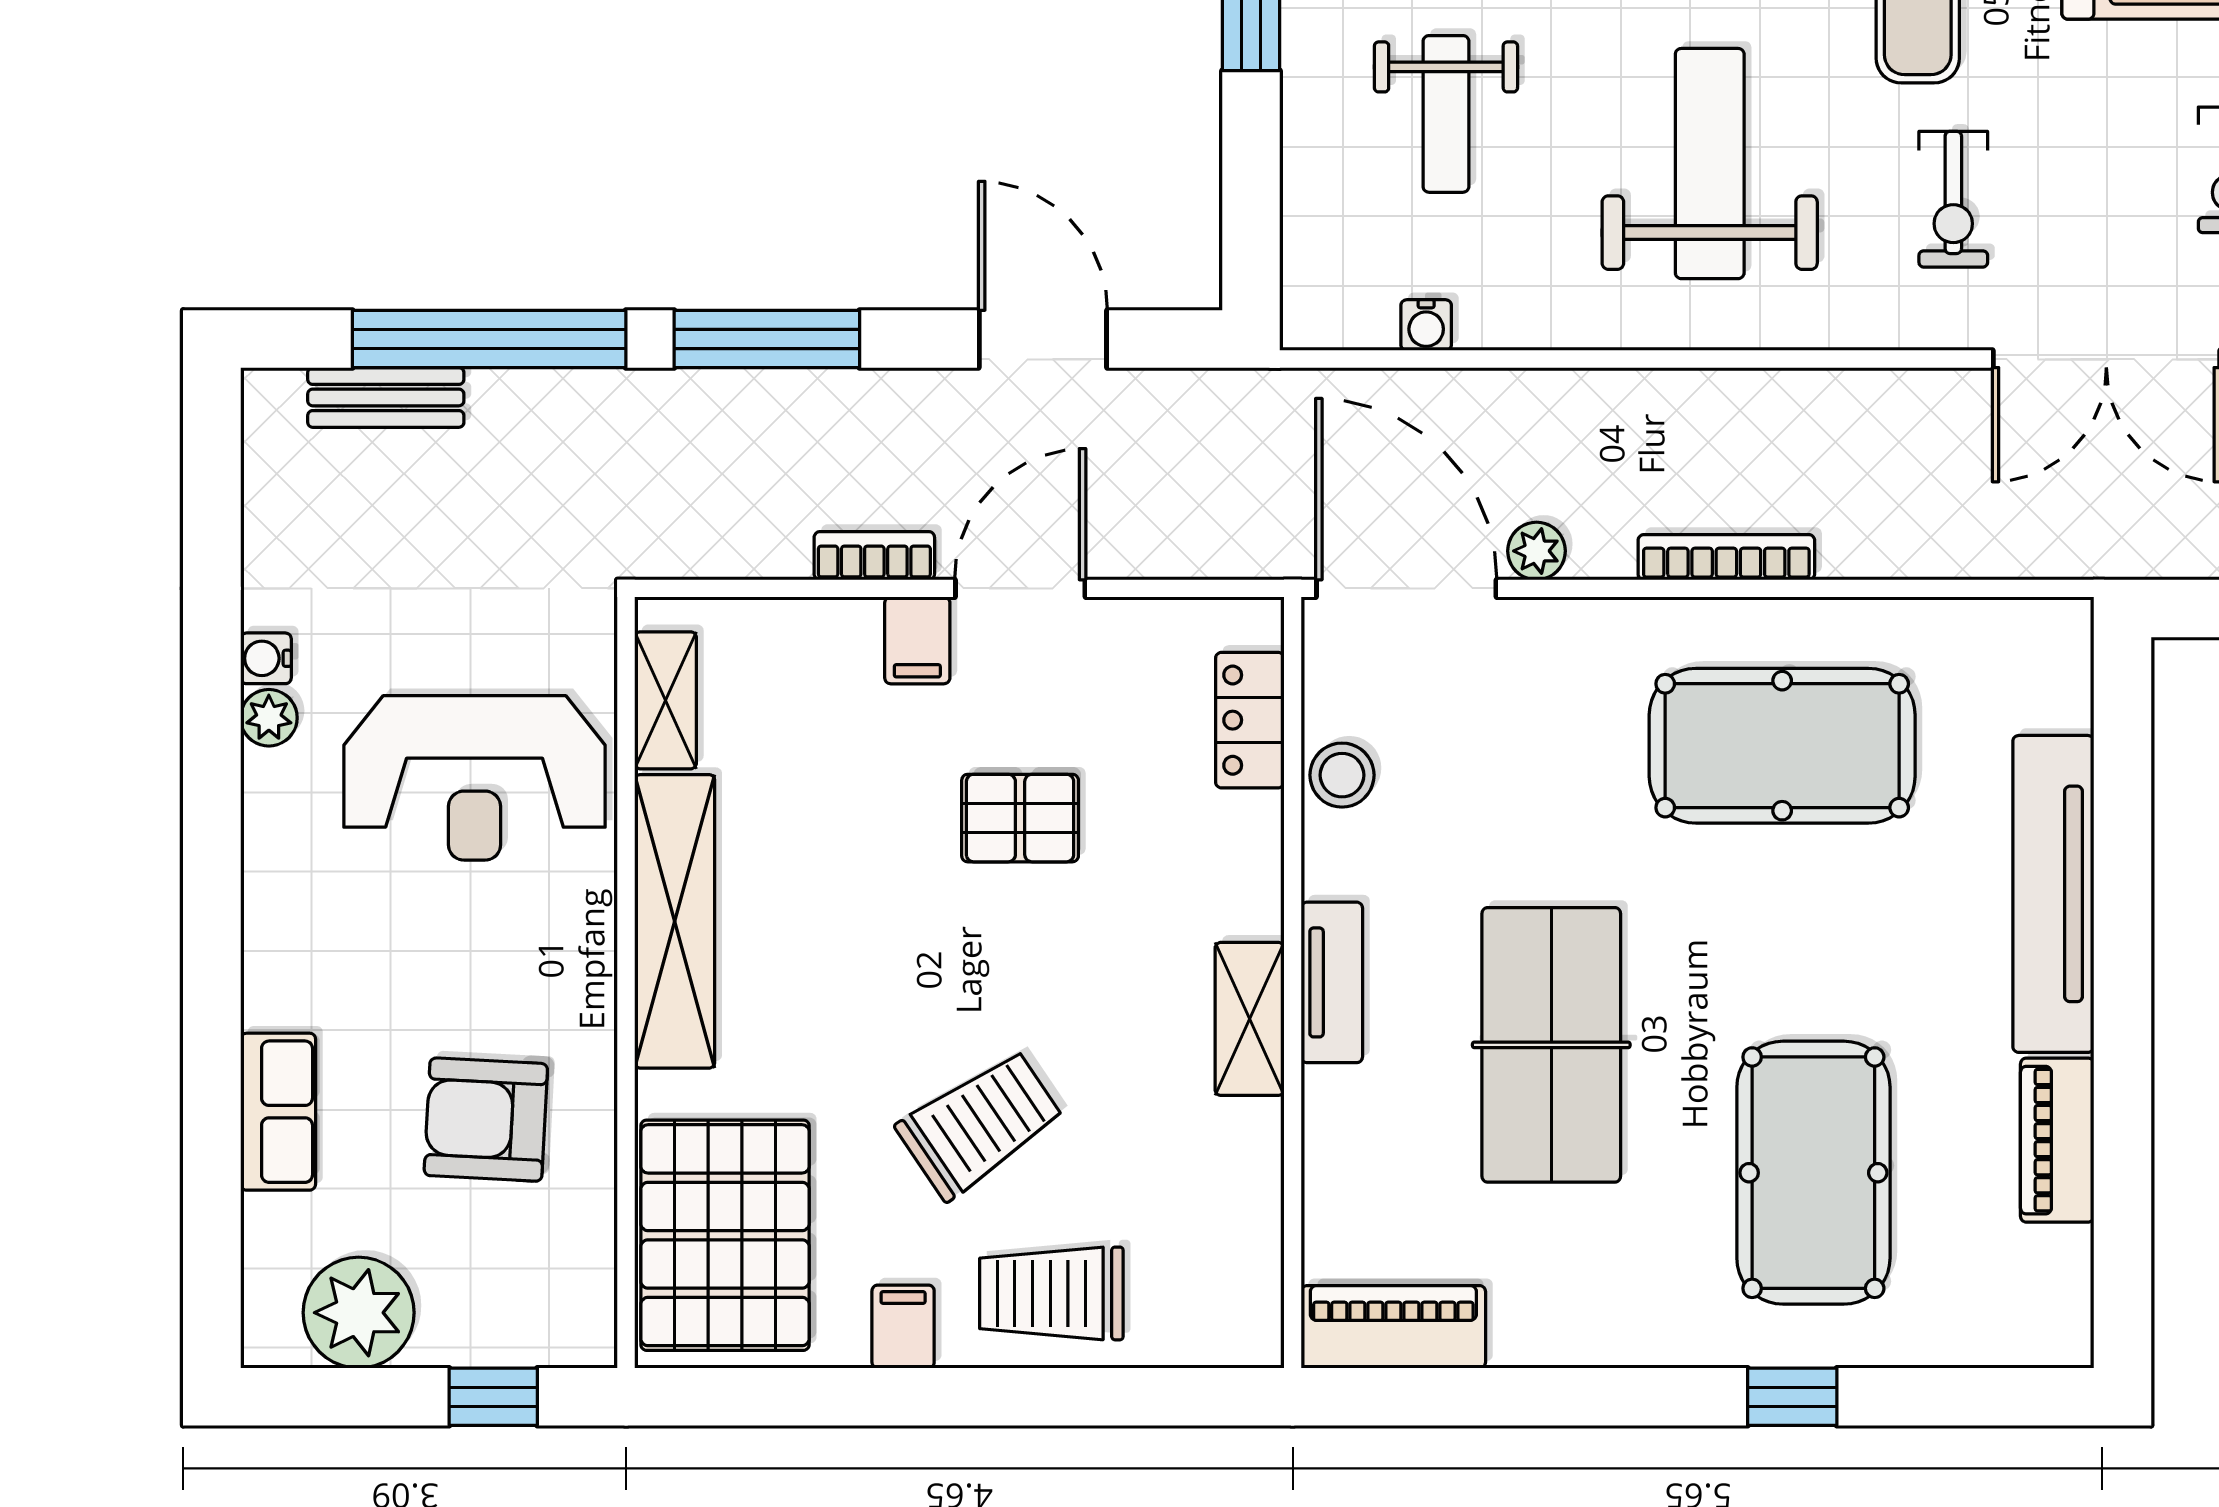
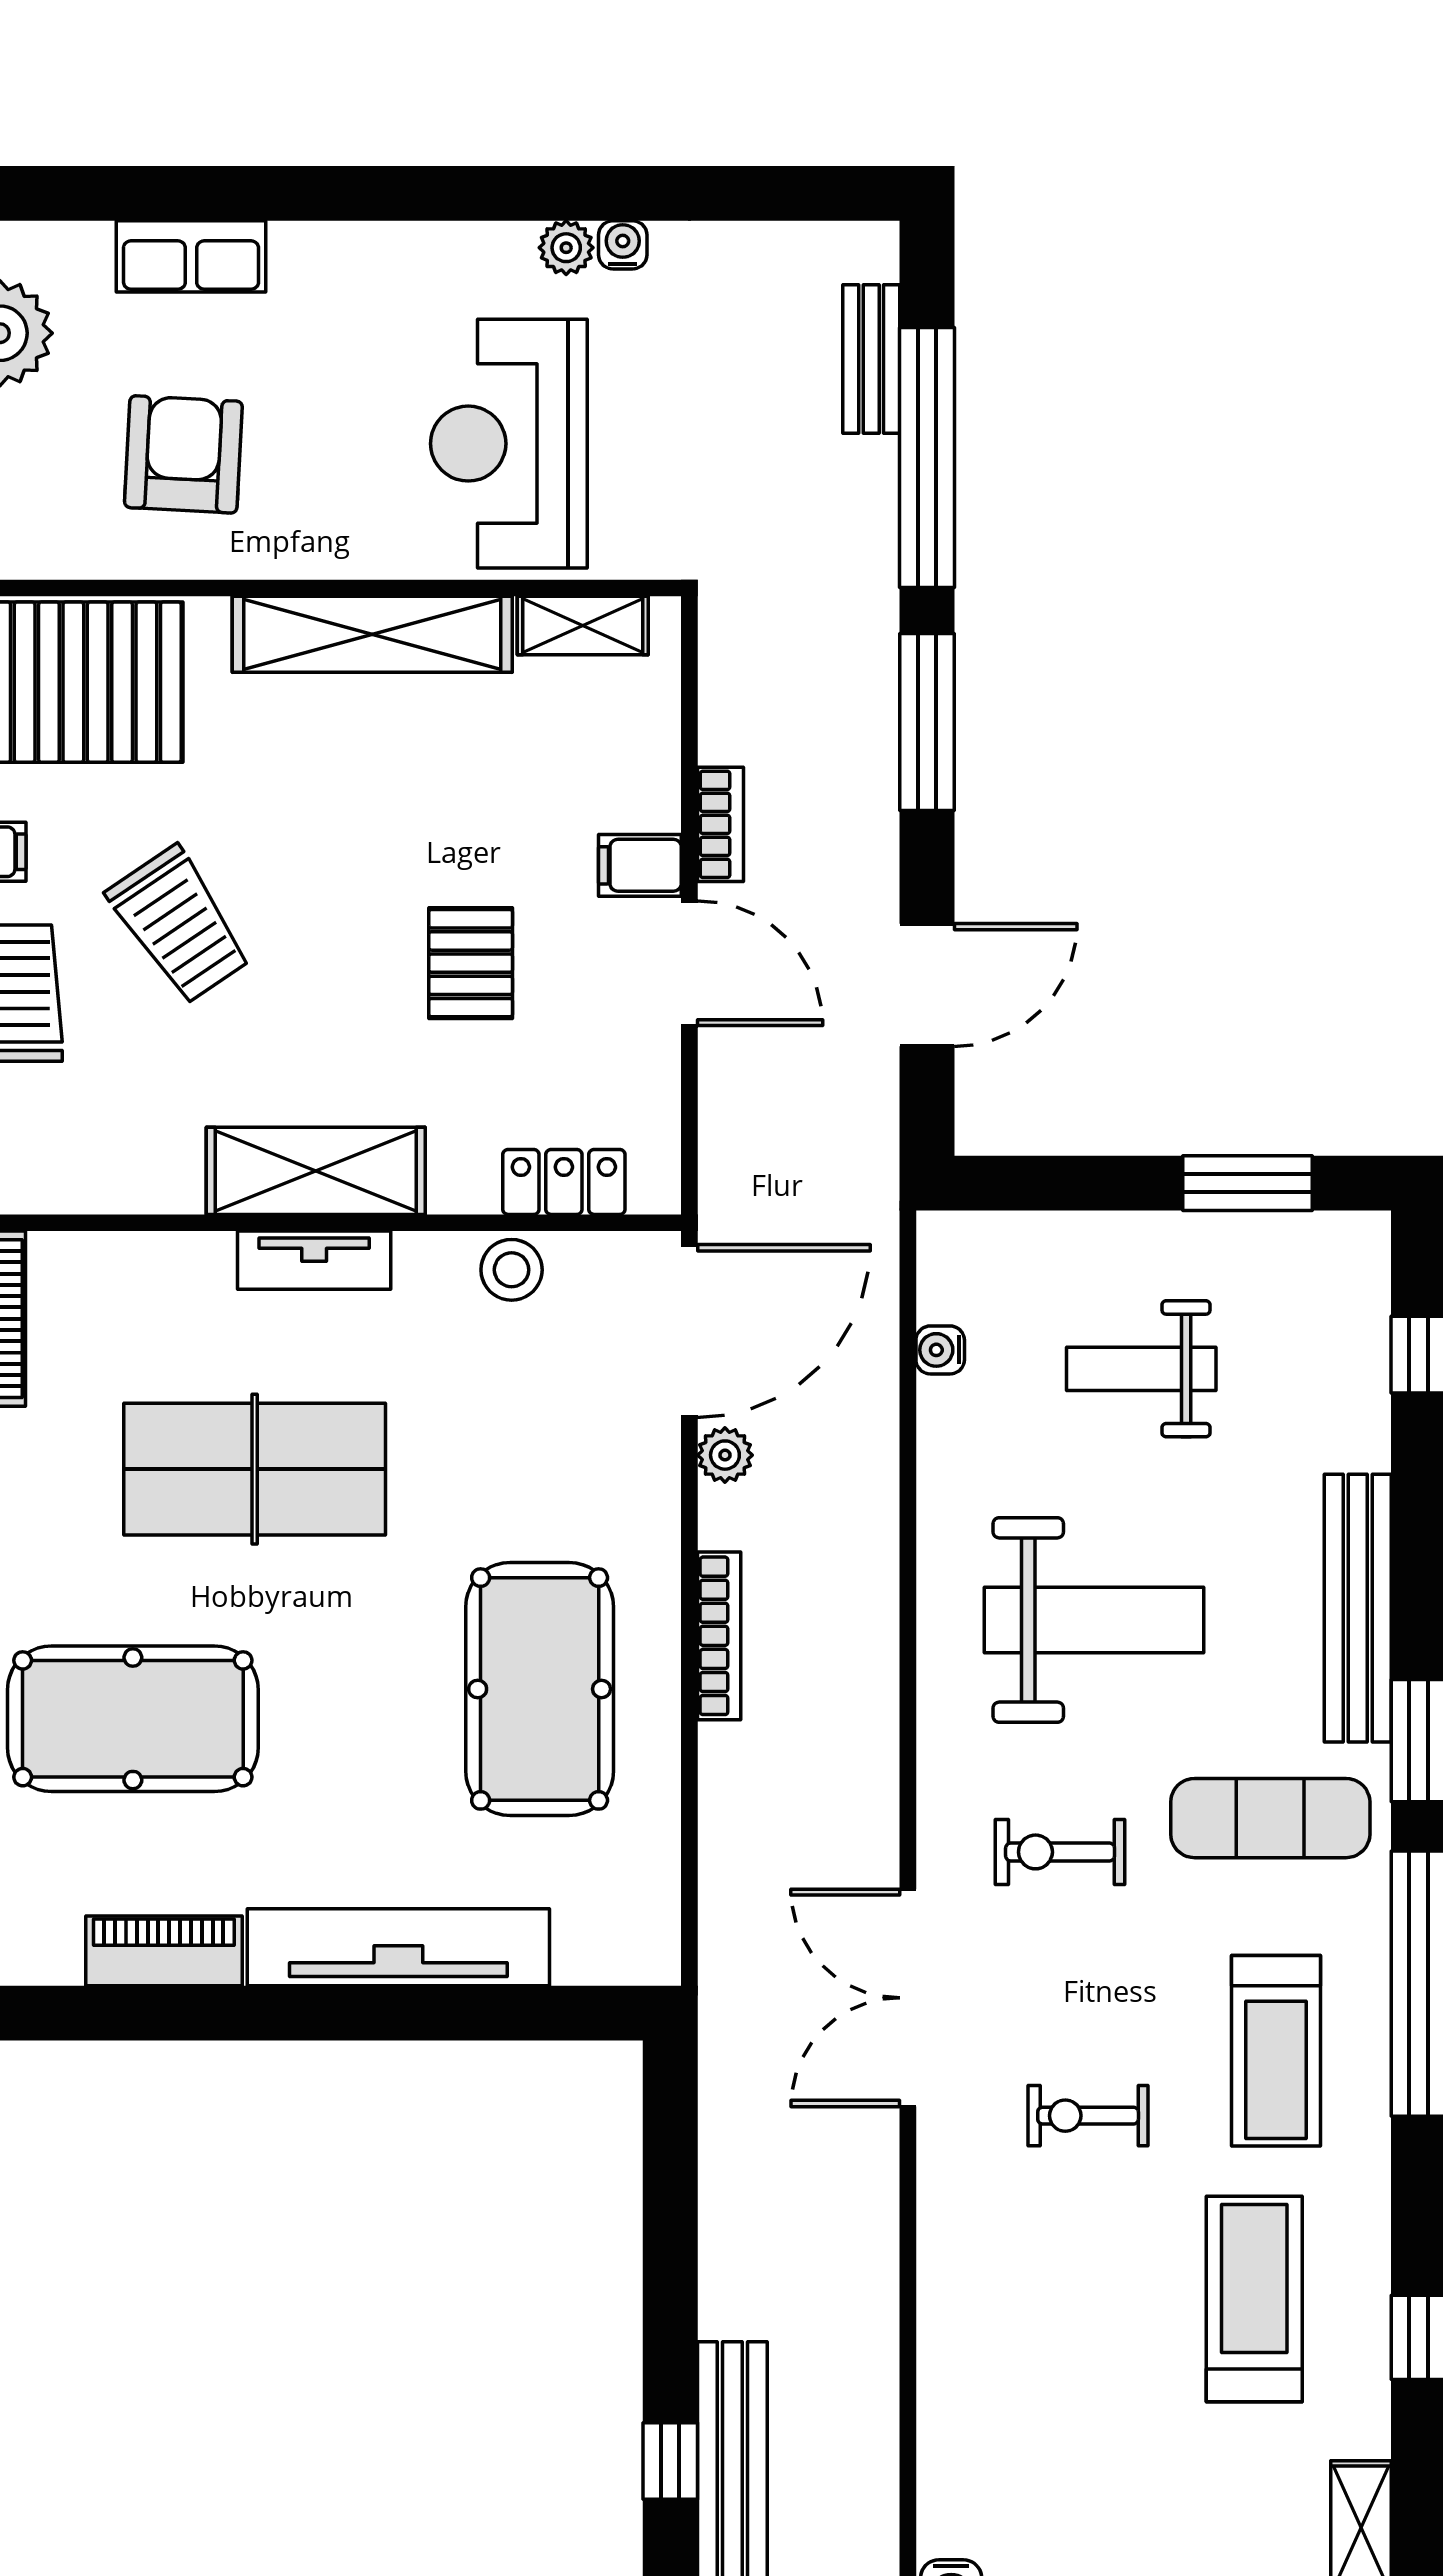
shelving: (1250, 1019) -> (316, 1171), width x1.50, depth x1.33

